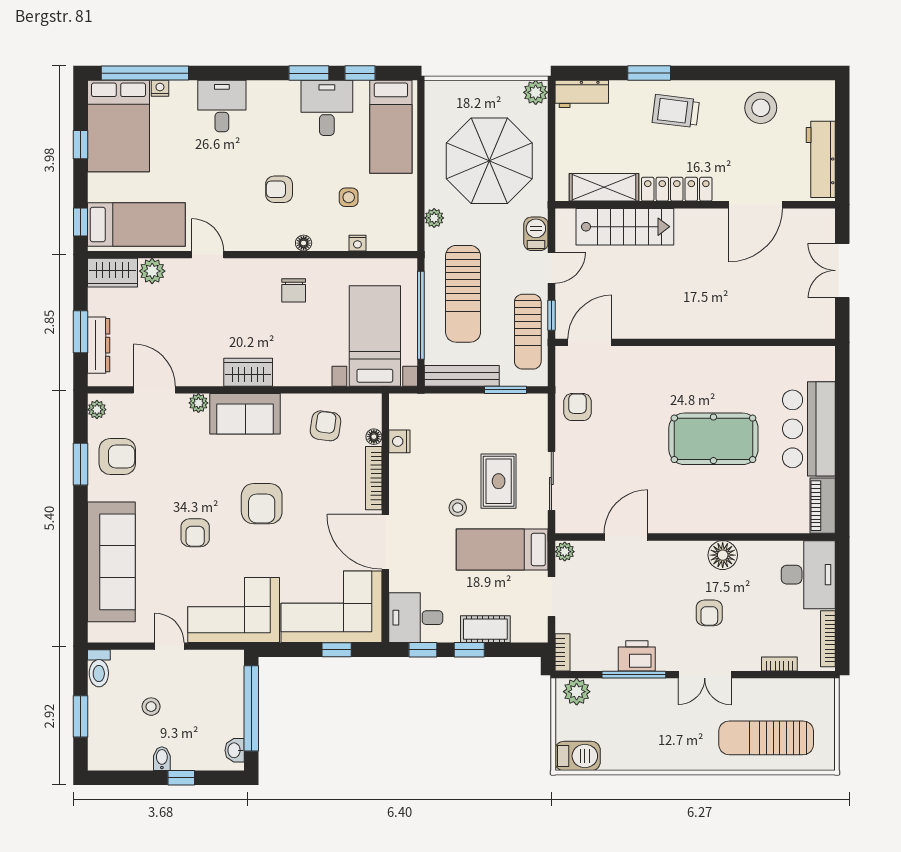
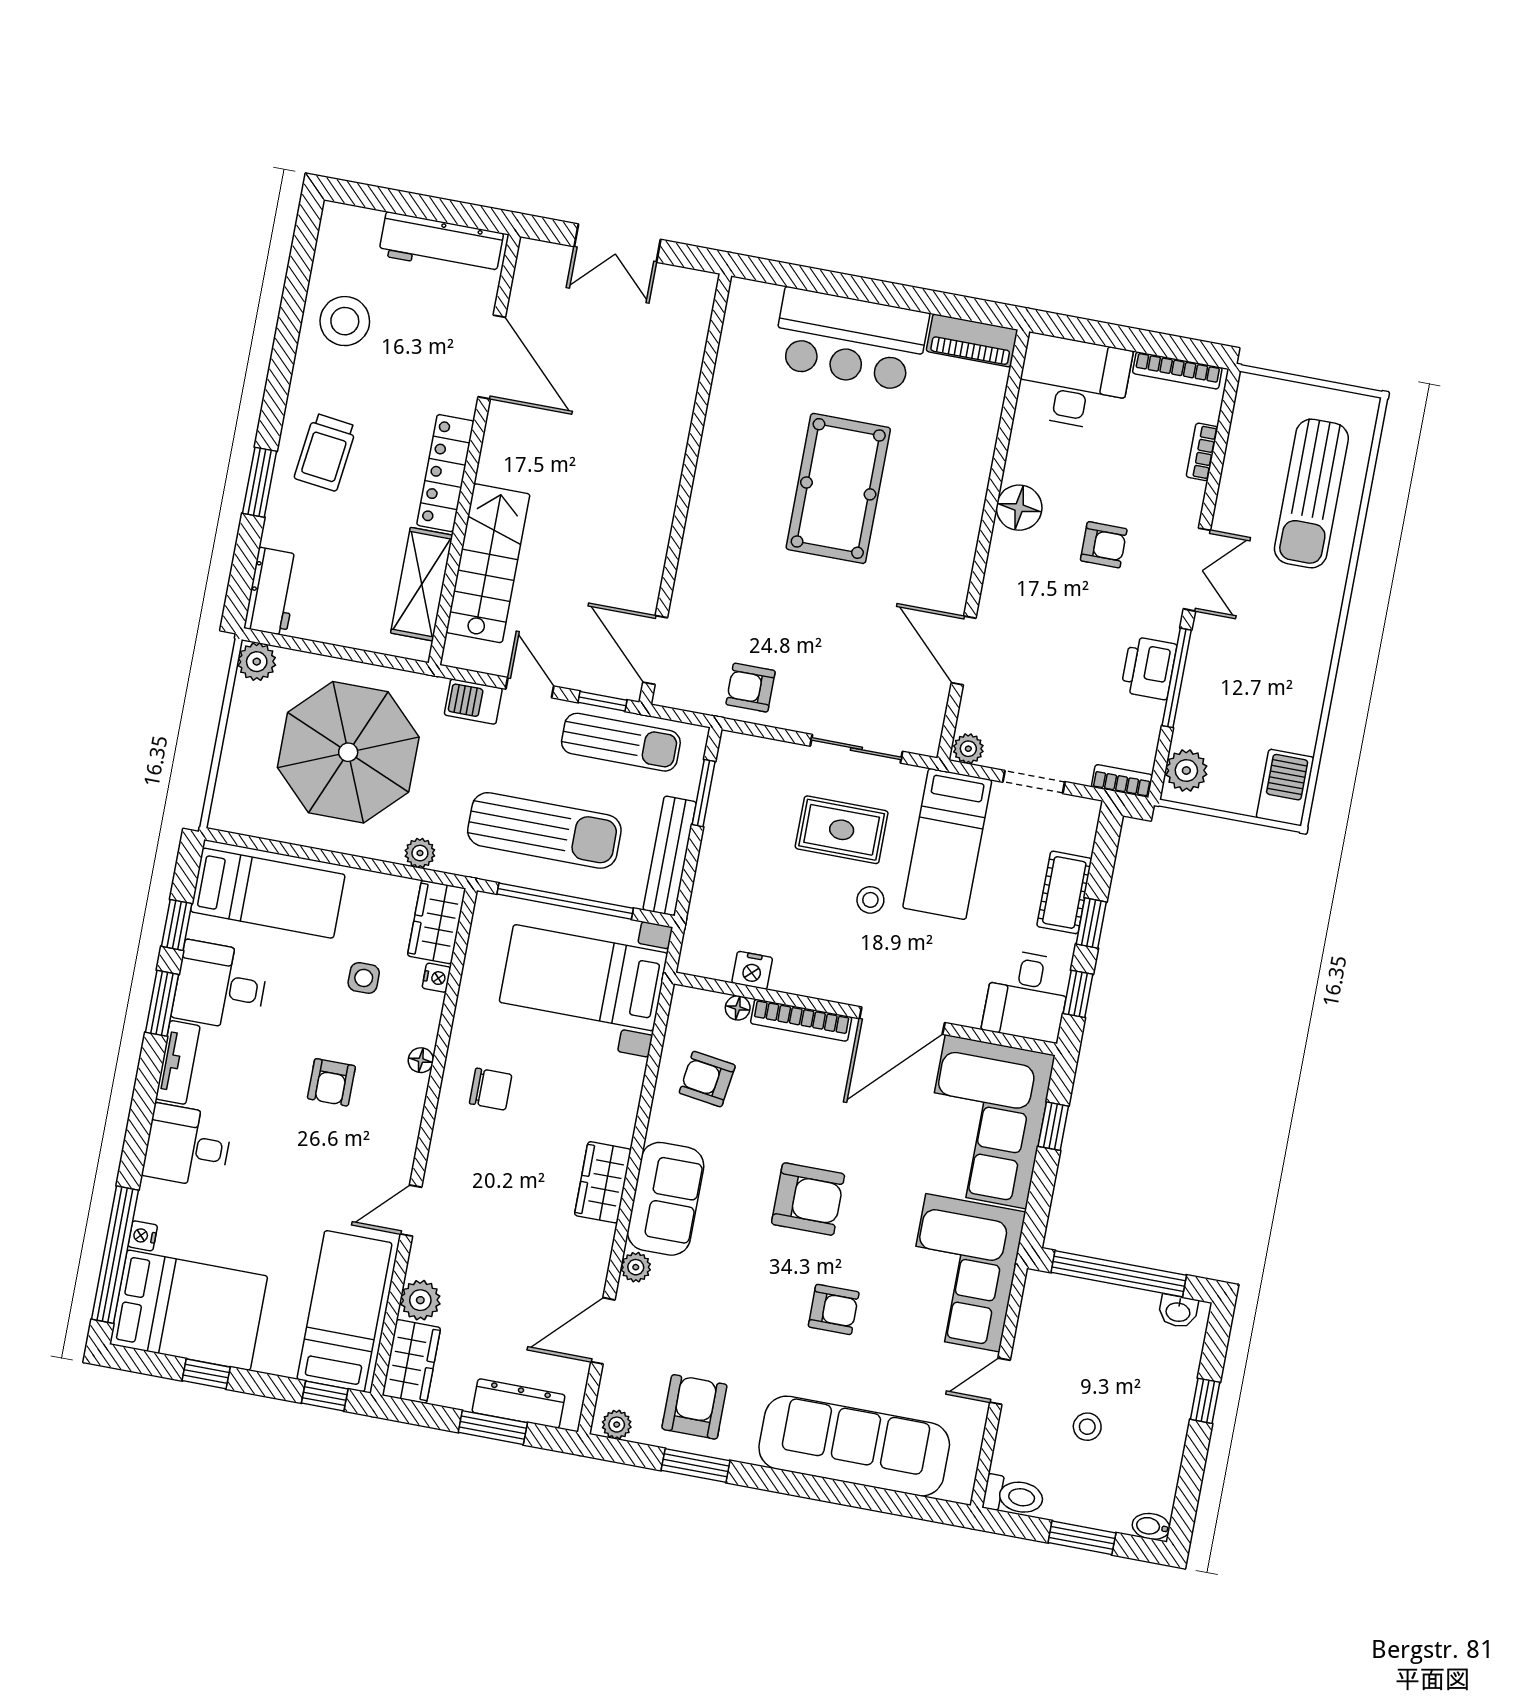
tv unit: (273, 90) -> (178, 1062), added
wardrobe: (393, 237) -> (437, 922), added
bidet: (162, 759) -> (1151, 1526), moved

